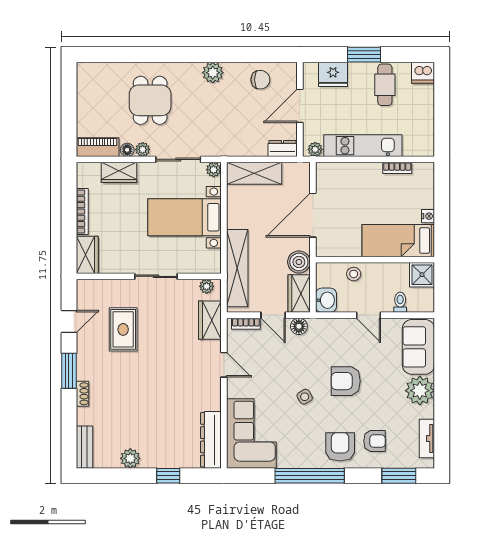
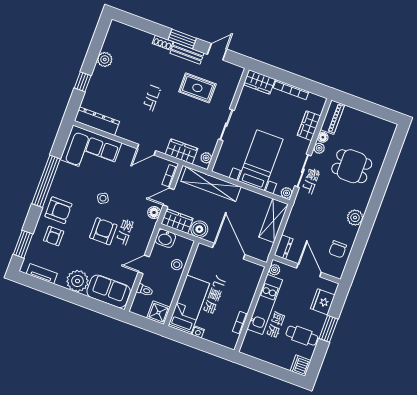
door: (69, 321) -> (217, 52), swing flipped
bench: (84, 447) -> (187, 53), moved

